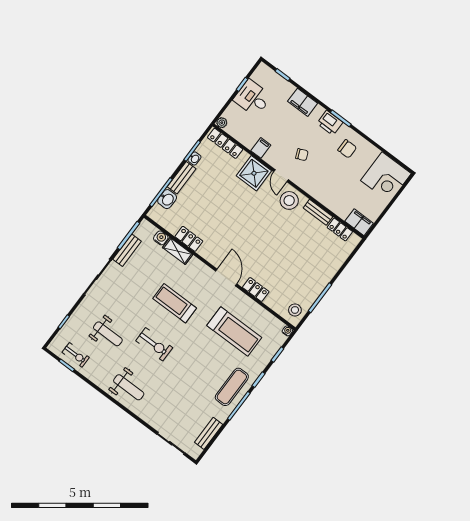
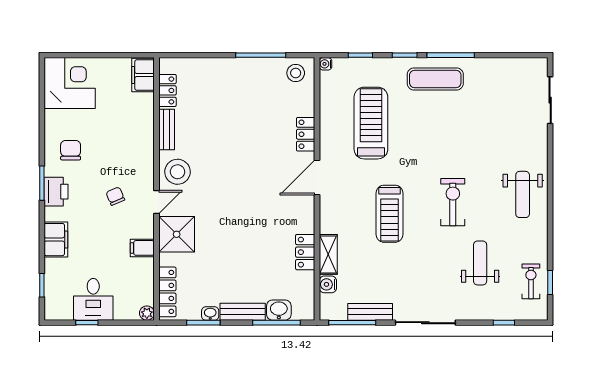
weight bench: (129, 387) -> (523, 194), turned 180
bench: (209, 433) -> (507, 66), removed

